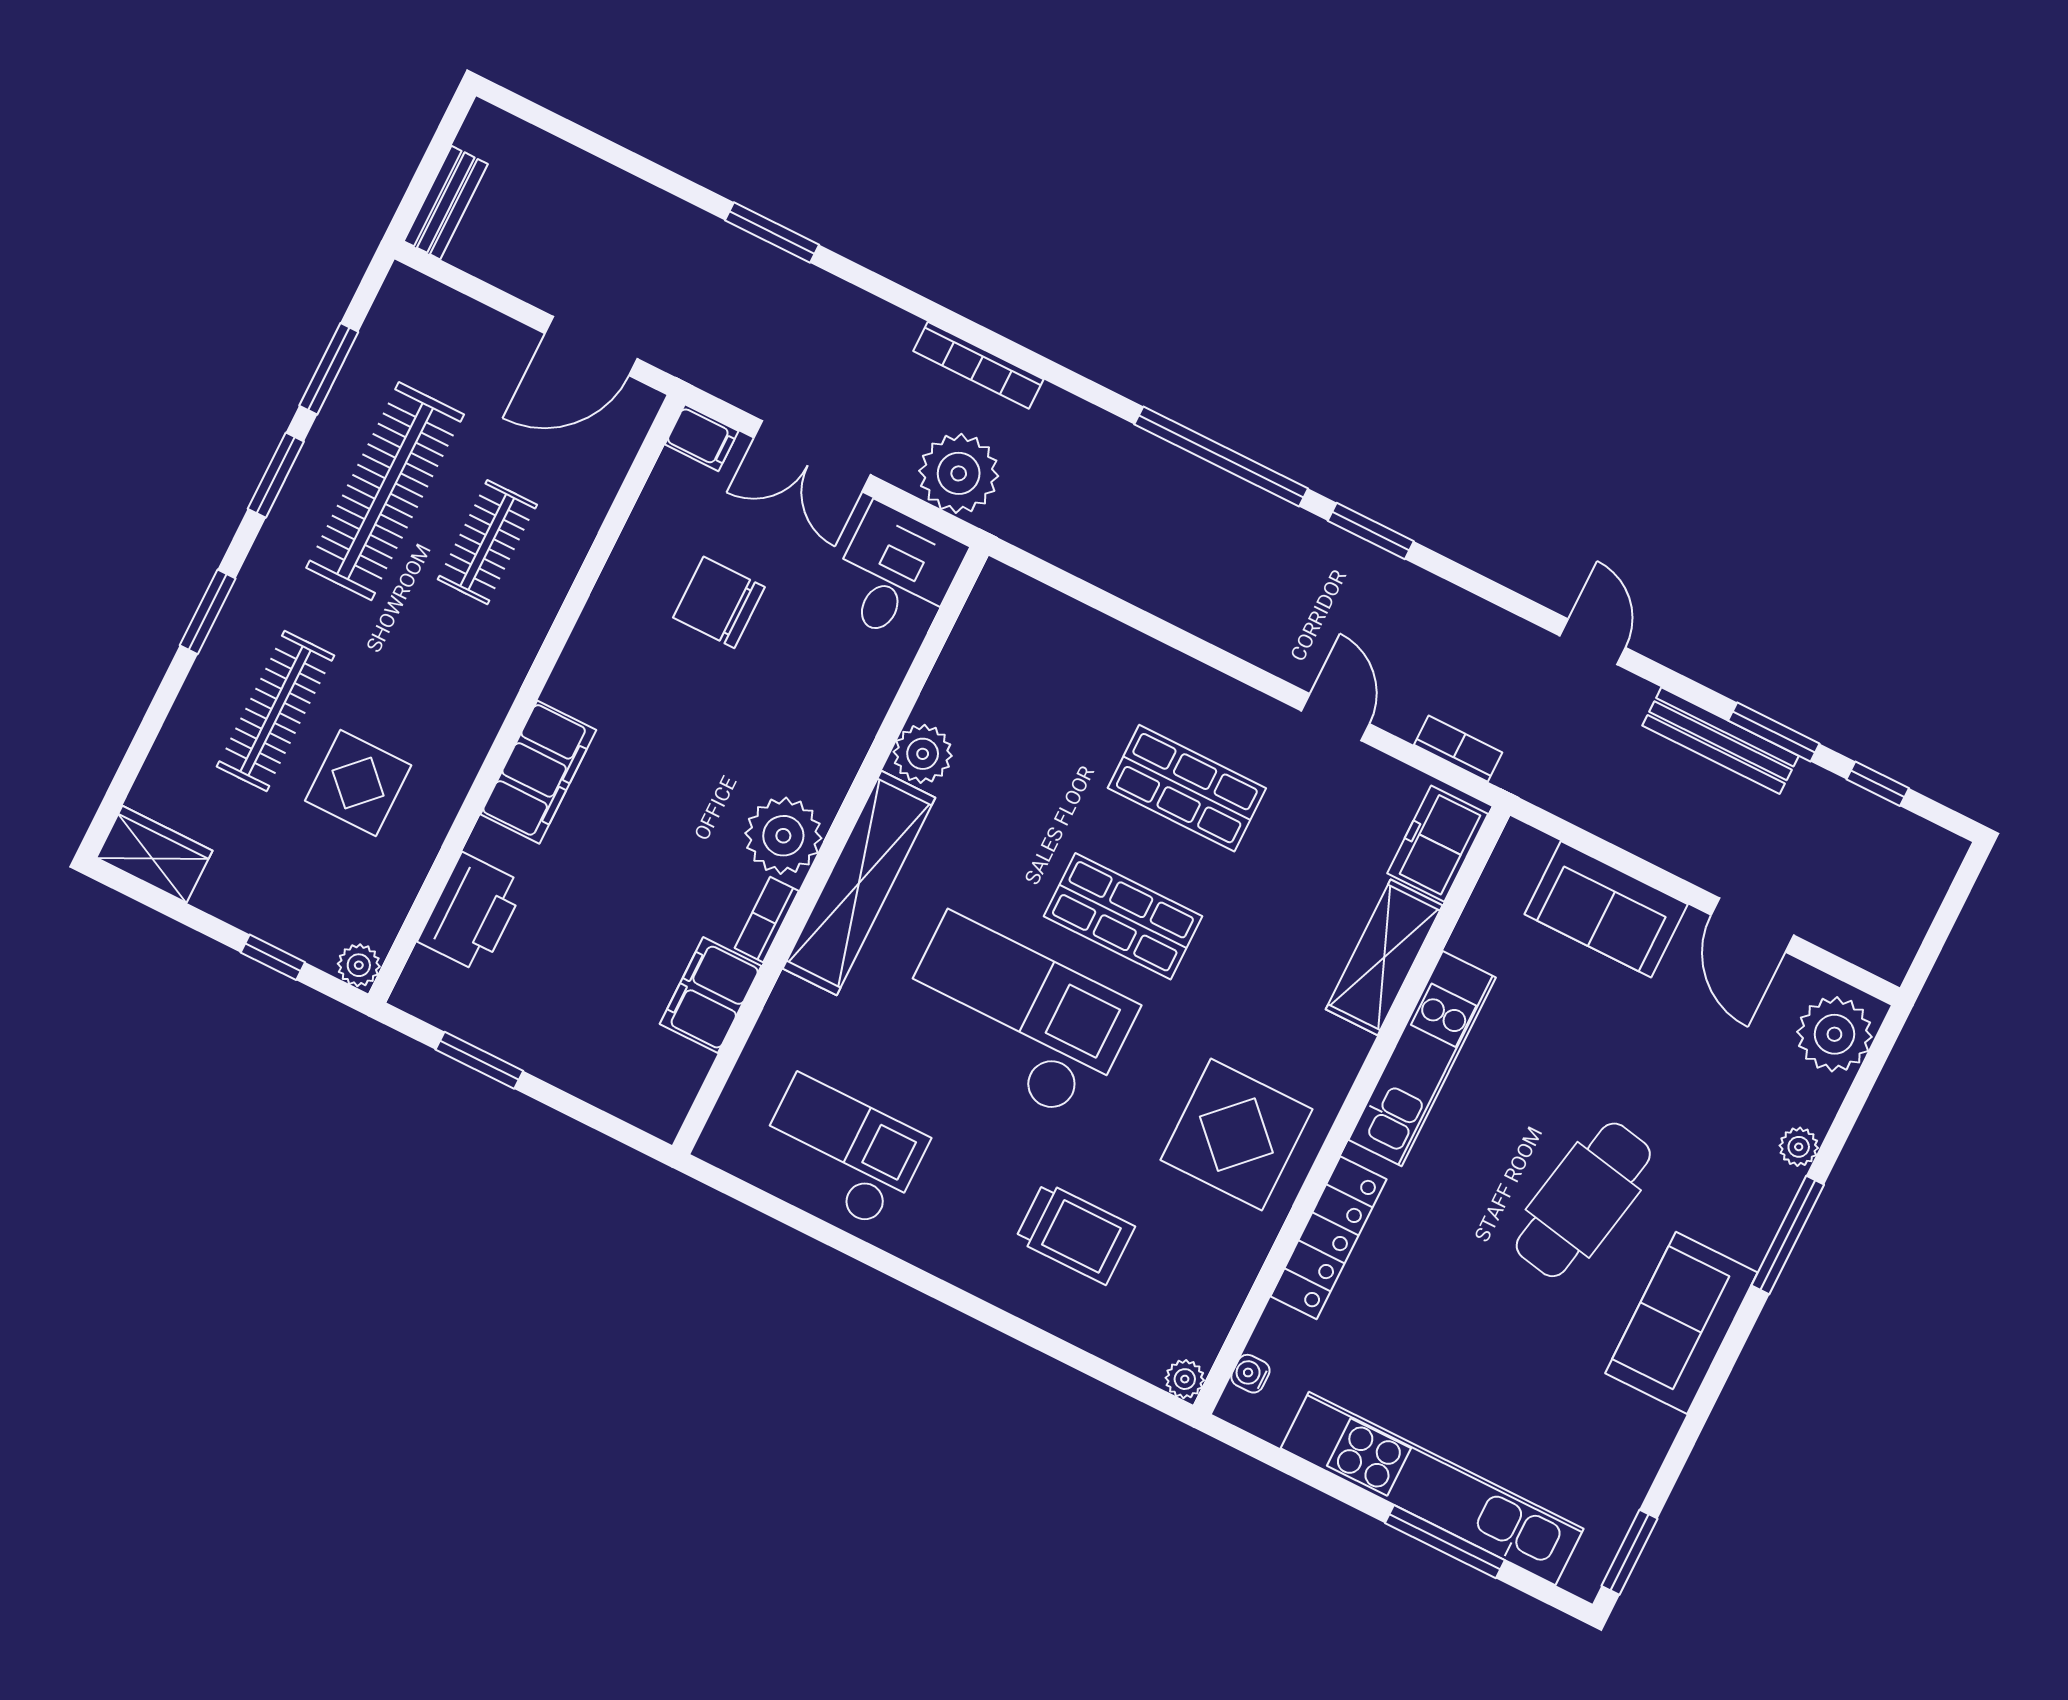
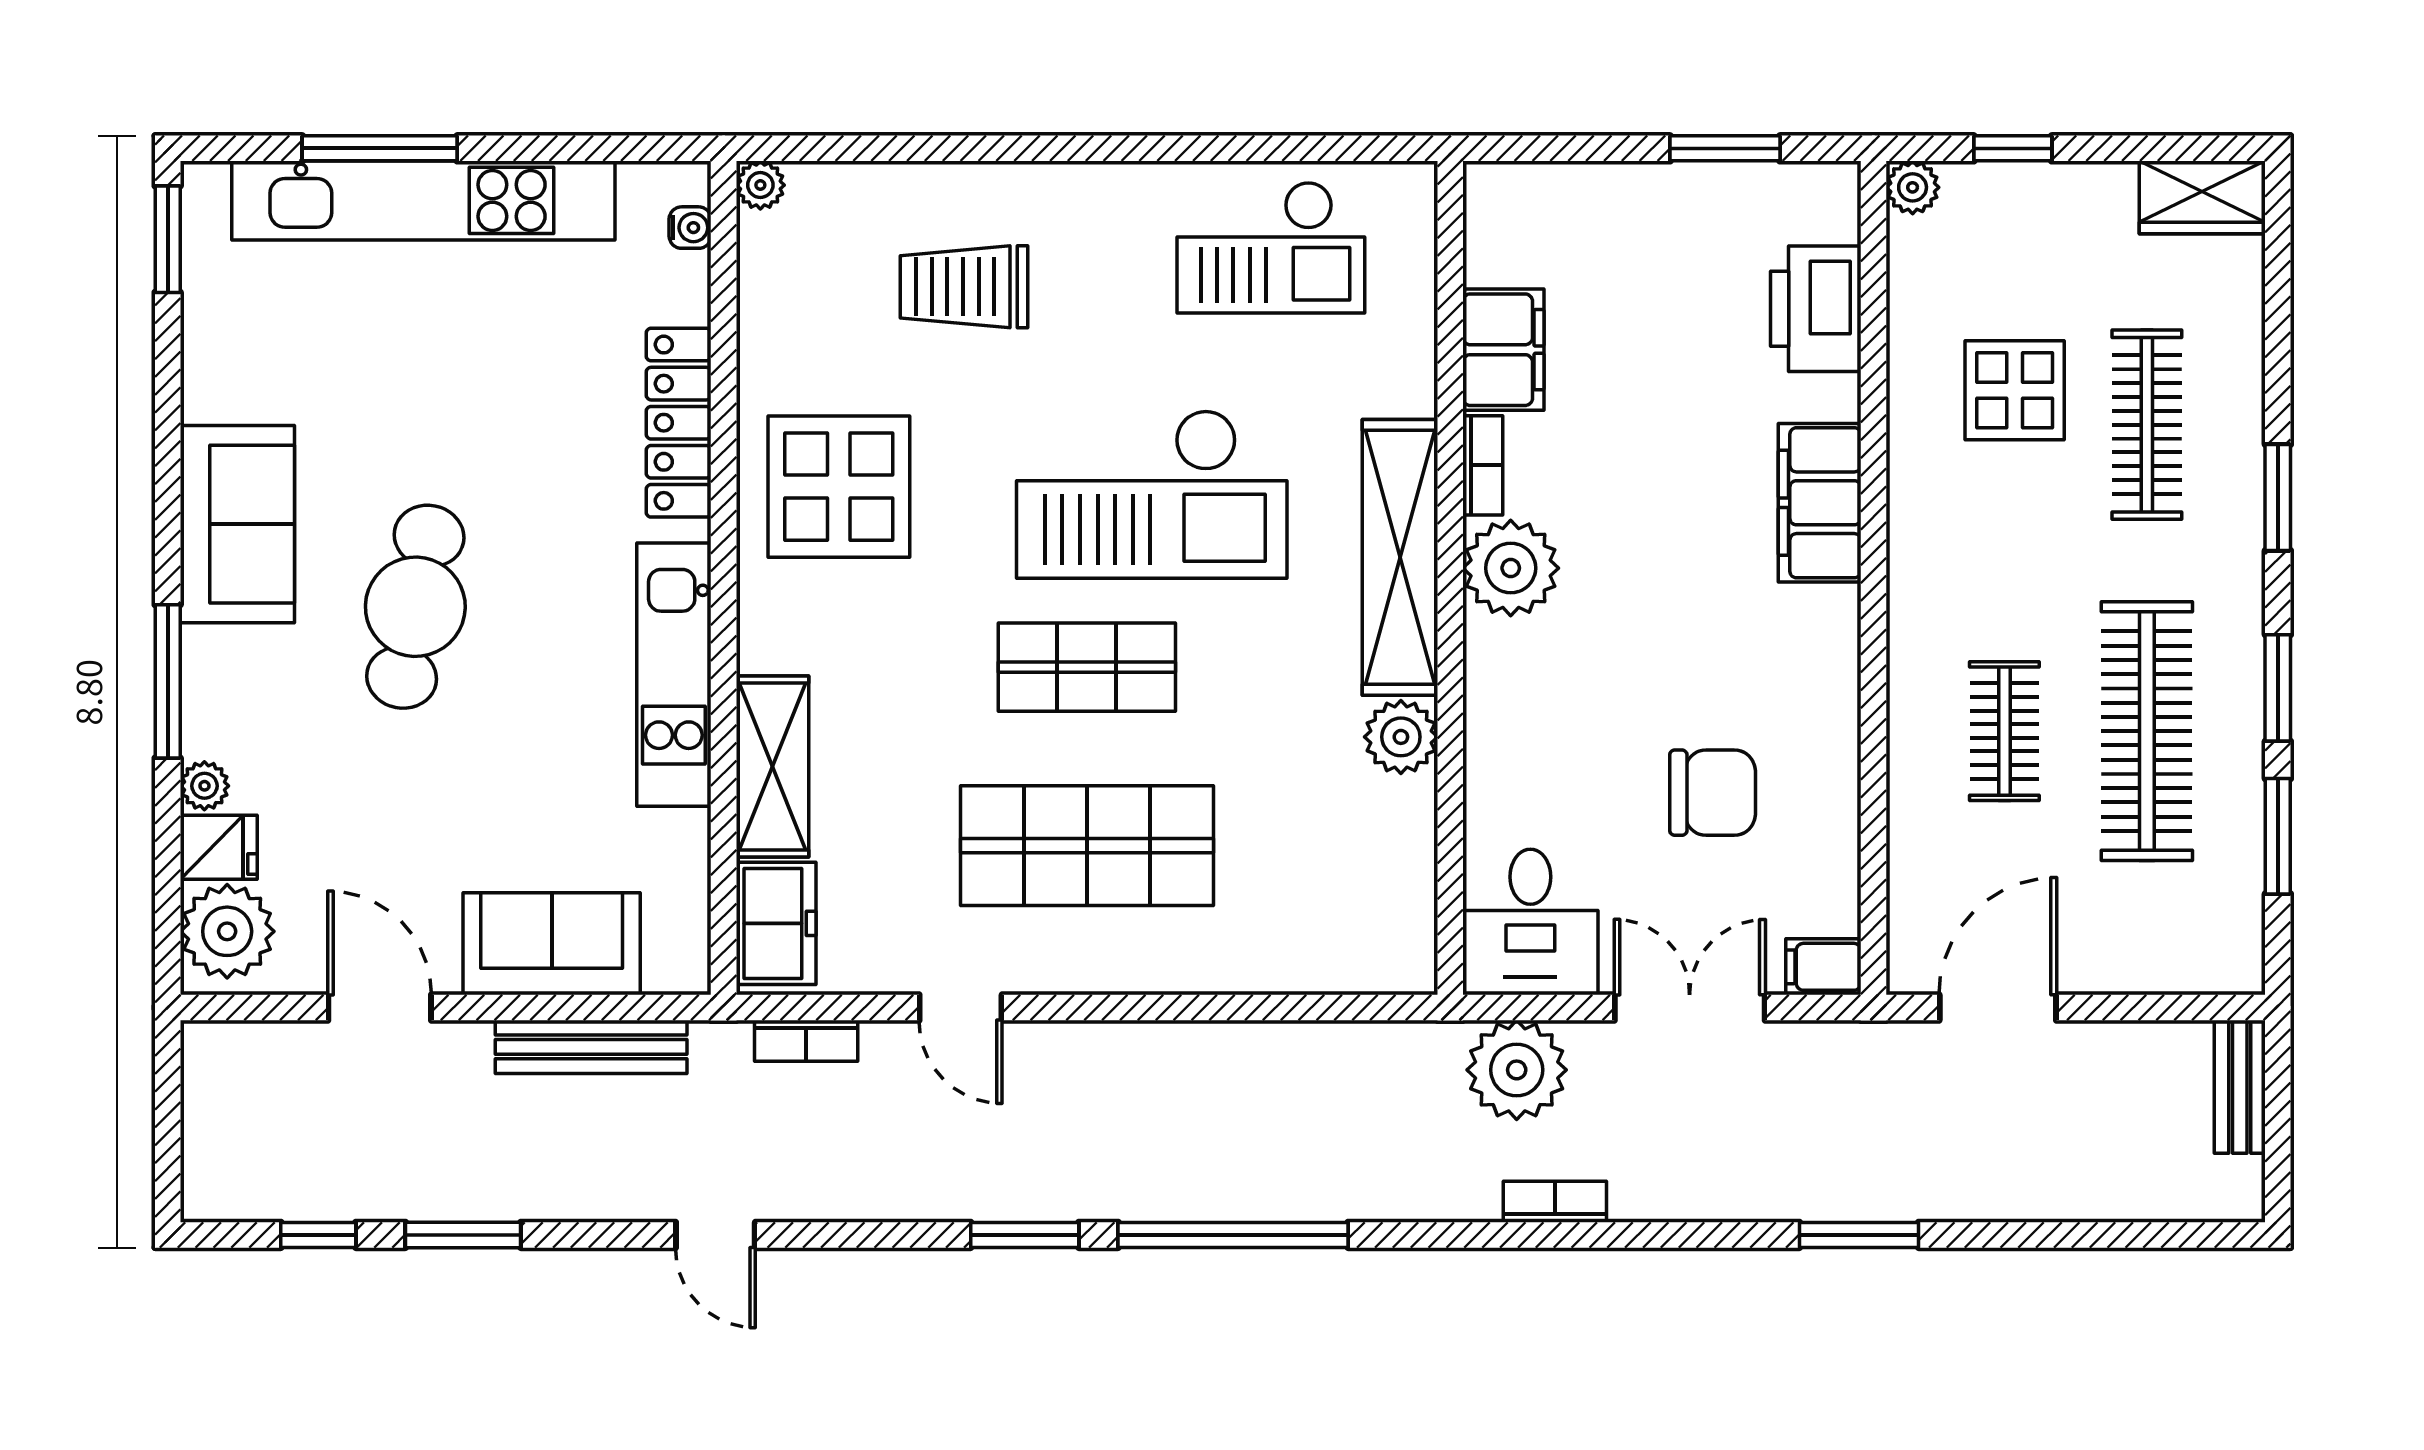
bookcase: (978, 365) -> (1555, 1202), width x0.64
bench: (1720, 741) -> (591, 1047), moved
shop shelf: (1187, 788) -> (1087, 846), width x1.43, depth x1.36
fridge: (1810, 1098) -> (219, 847), added

